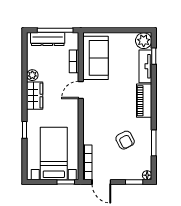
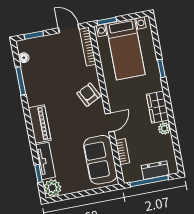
dresser: (48, 39) -> (155, 170), width x0.70
armchair: (125, 140) -> (89, 95), moved
floor lamp: (147, 175) -> (24, 58), moved

